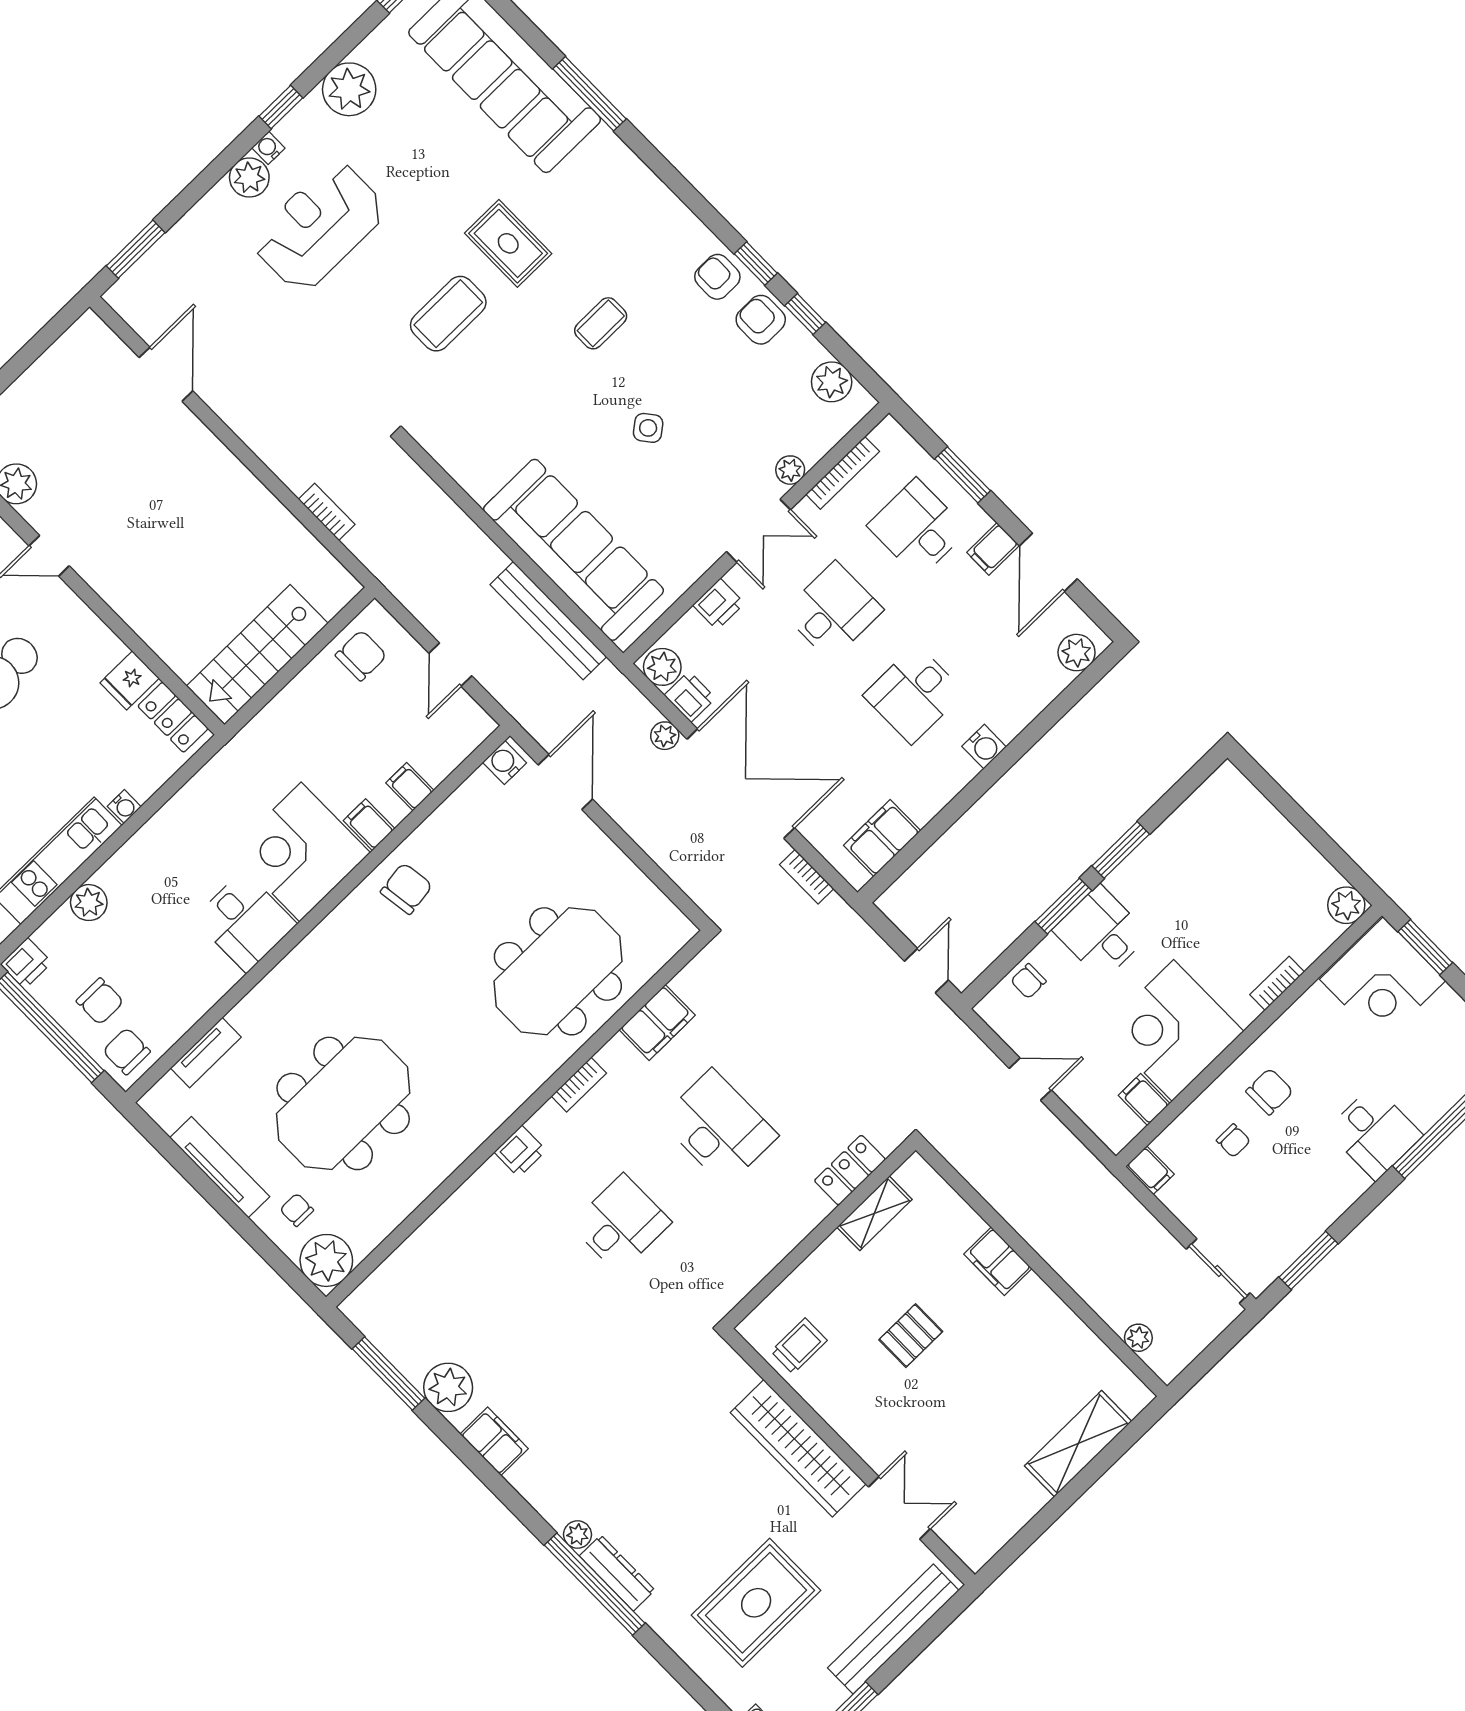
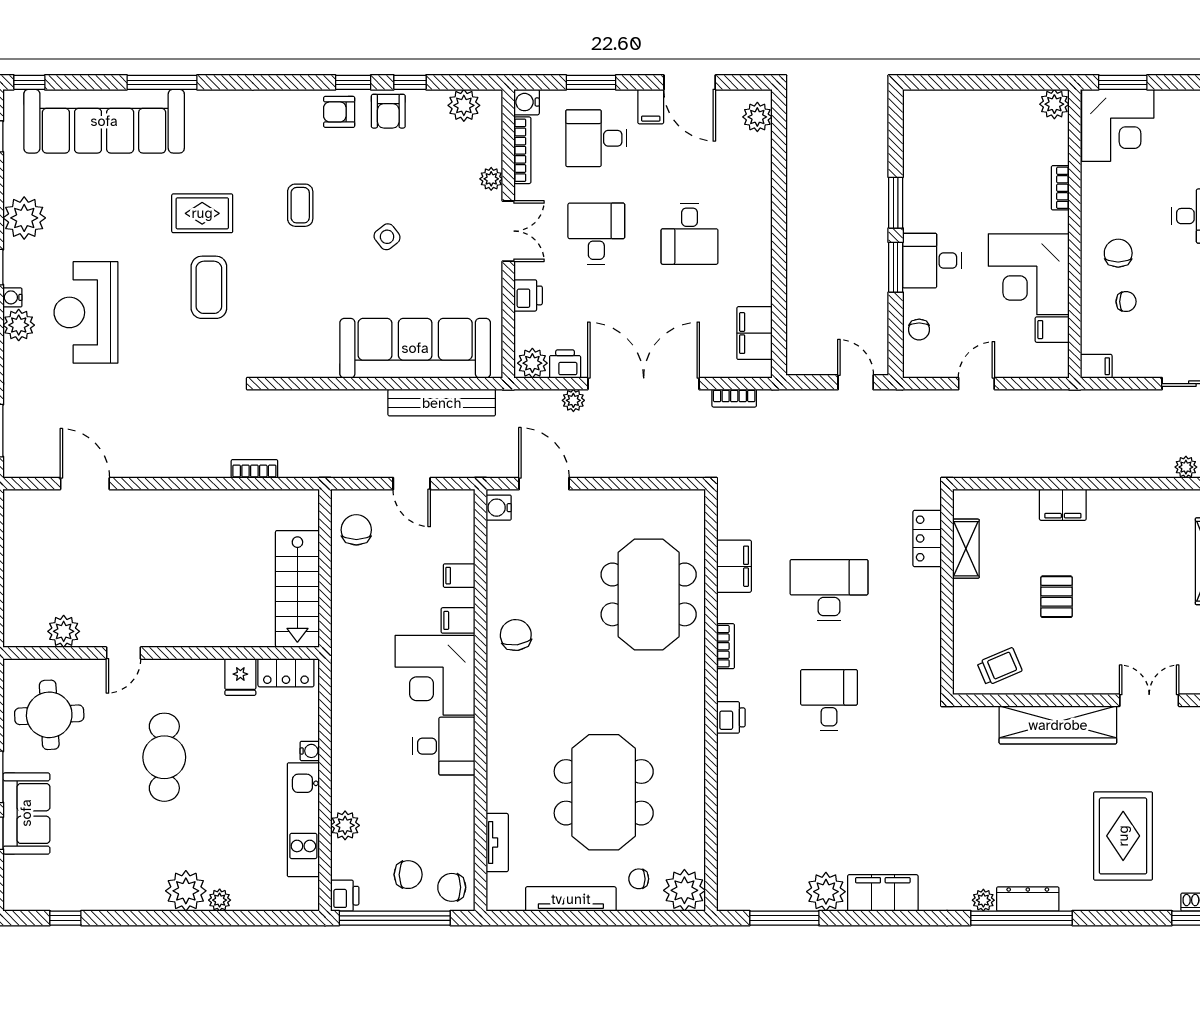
armchair: (761, 320) -> (388, 111), turned -90
water cooler: (984, 747) -> (527, 102), moved, turned 180
trolley: (799, 1346) -> (1000, 667), turned 67
filing cabinet: (494, 1441) -> (883, 893), width x1.50, depth x1.17

